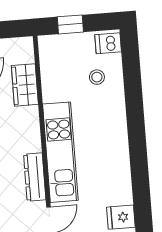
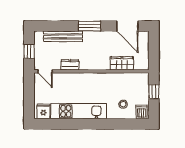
kitchen unit: (60, 152) -> (79, 111), moved, turned 180
dresser: (35, 177) -> (70, 65), width x0.70

